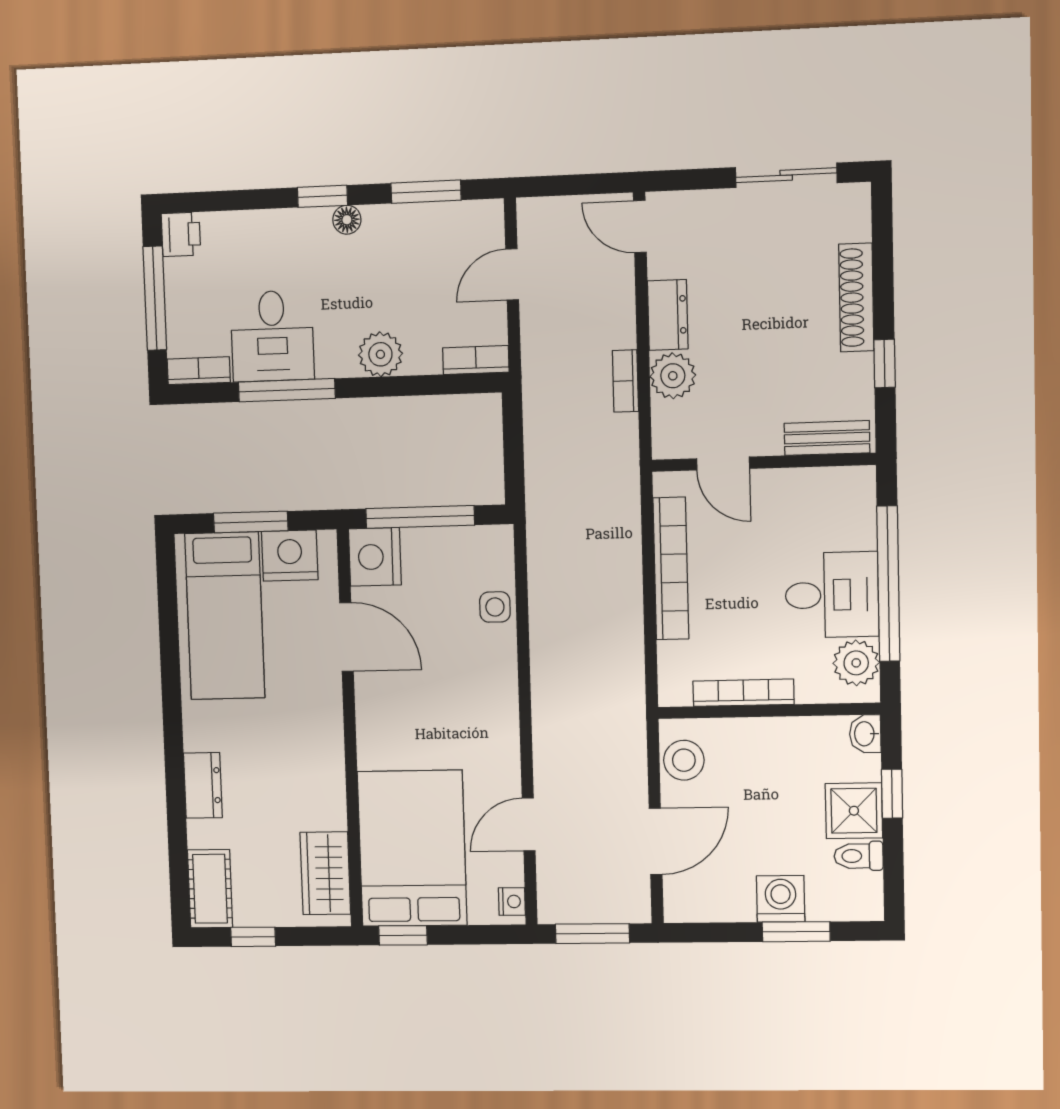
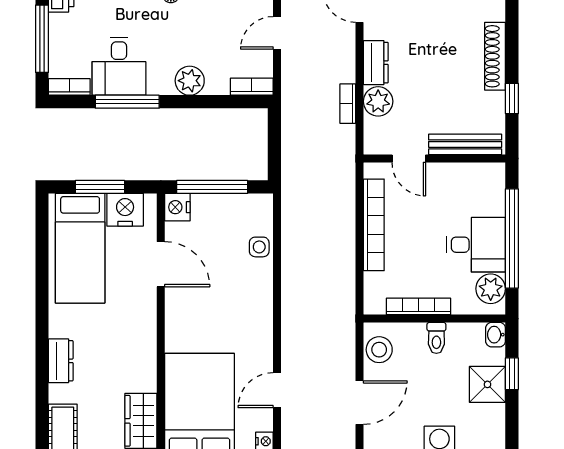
bench: (827, 438) -> (465, 144), width x1.36
nightstand: (375, 557) -> (177, 207), width x0.74, depth x0.75
toilet: (859, 856) -> (436, 338), moved, turned -90

